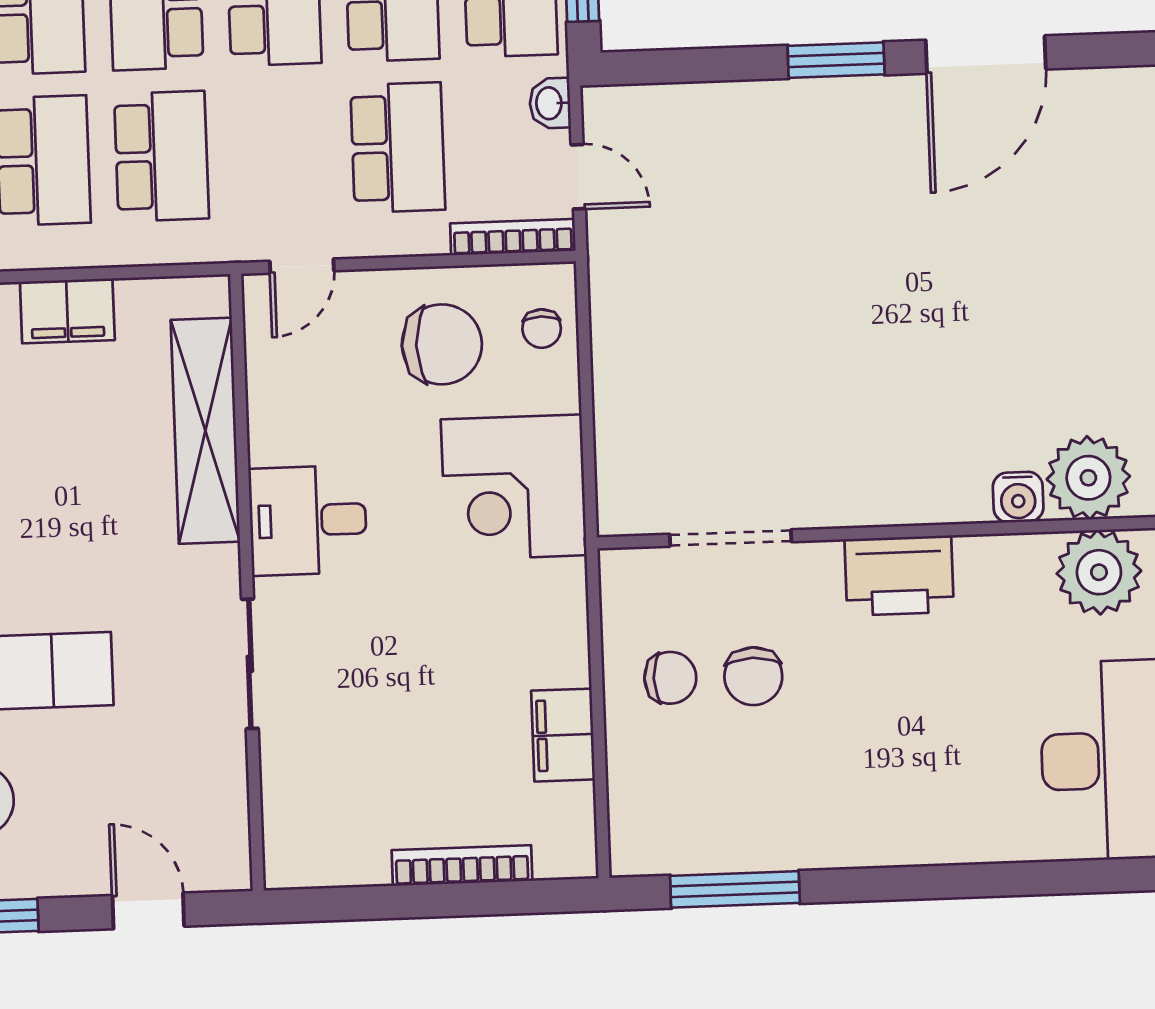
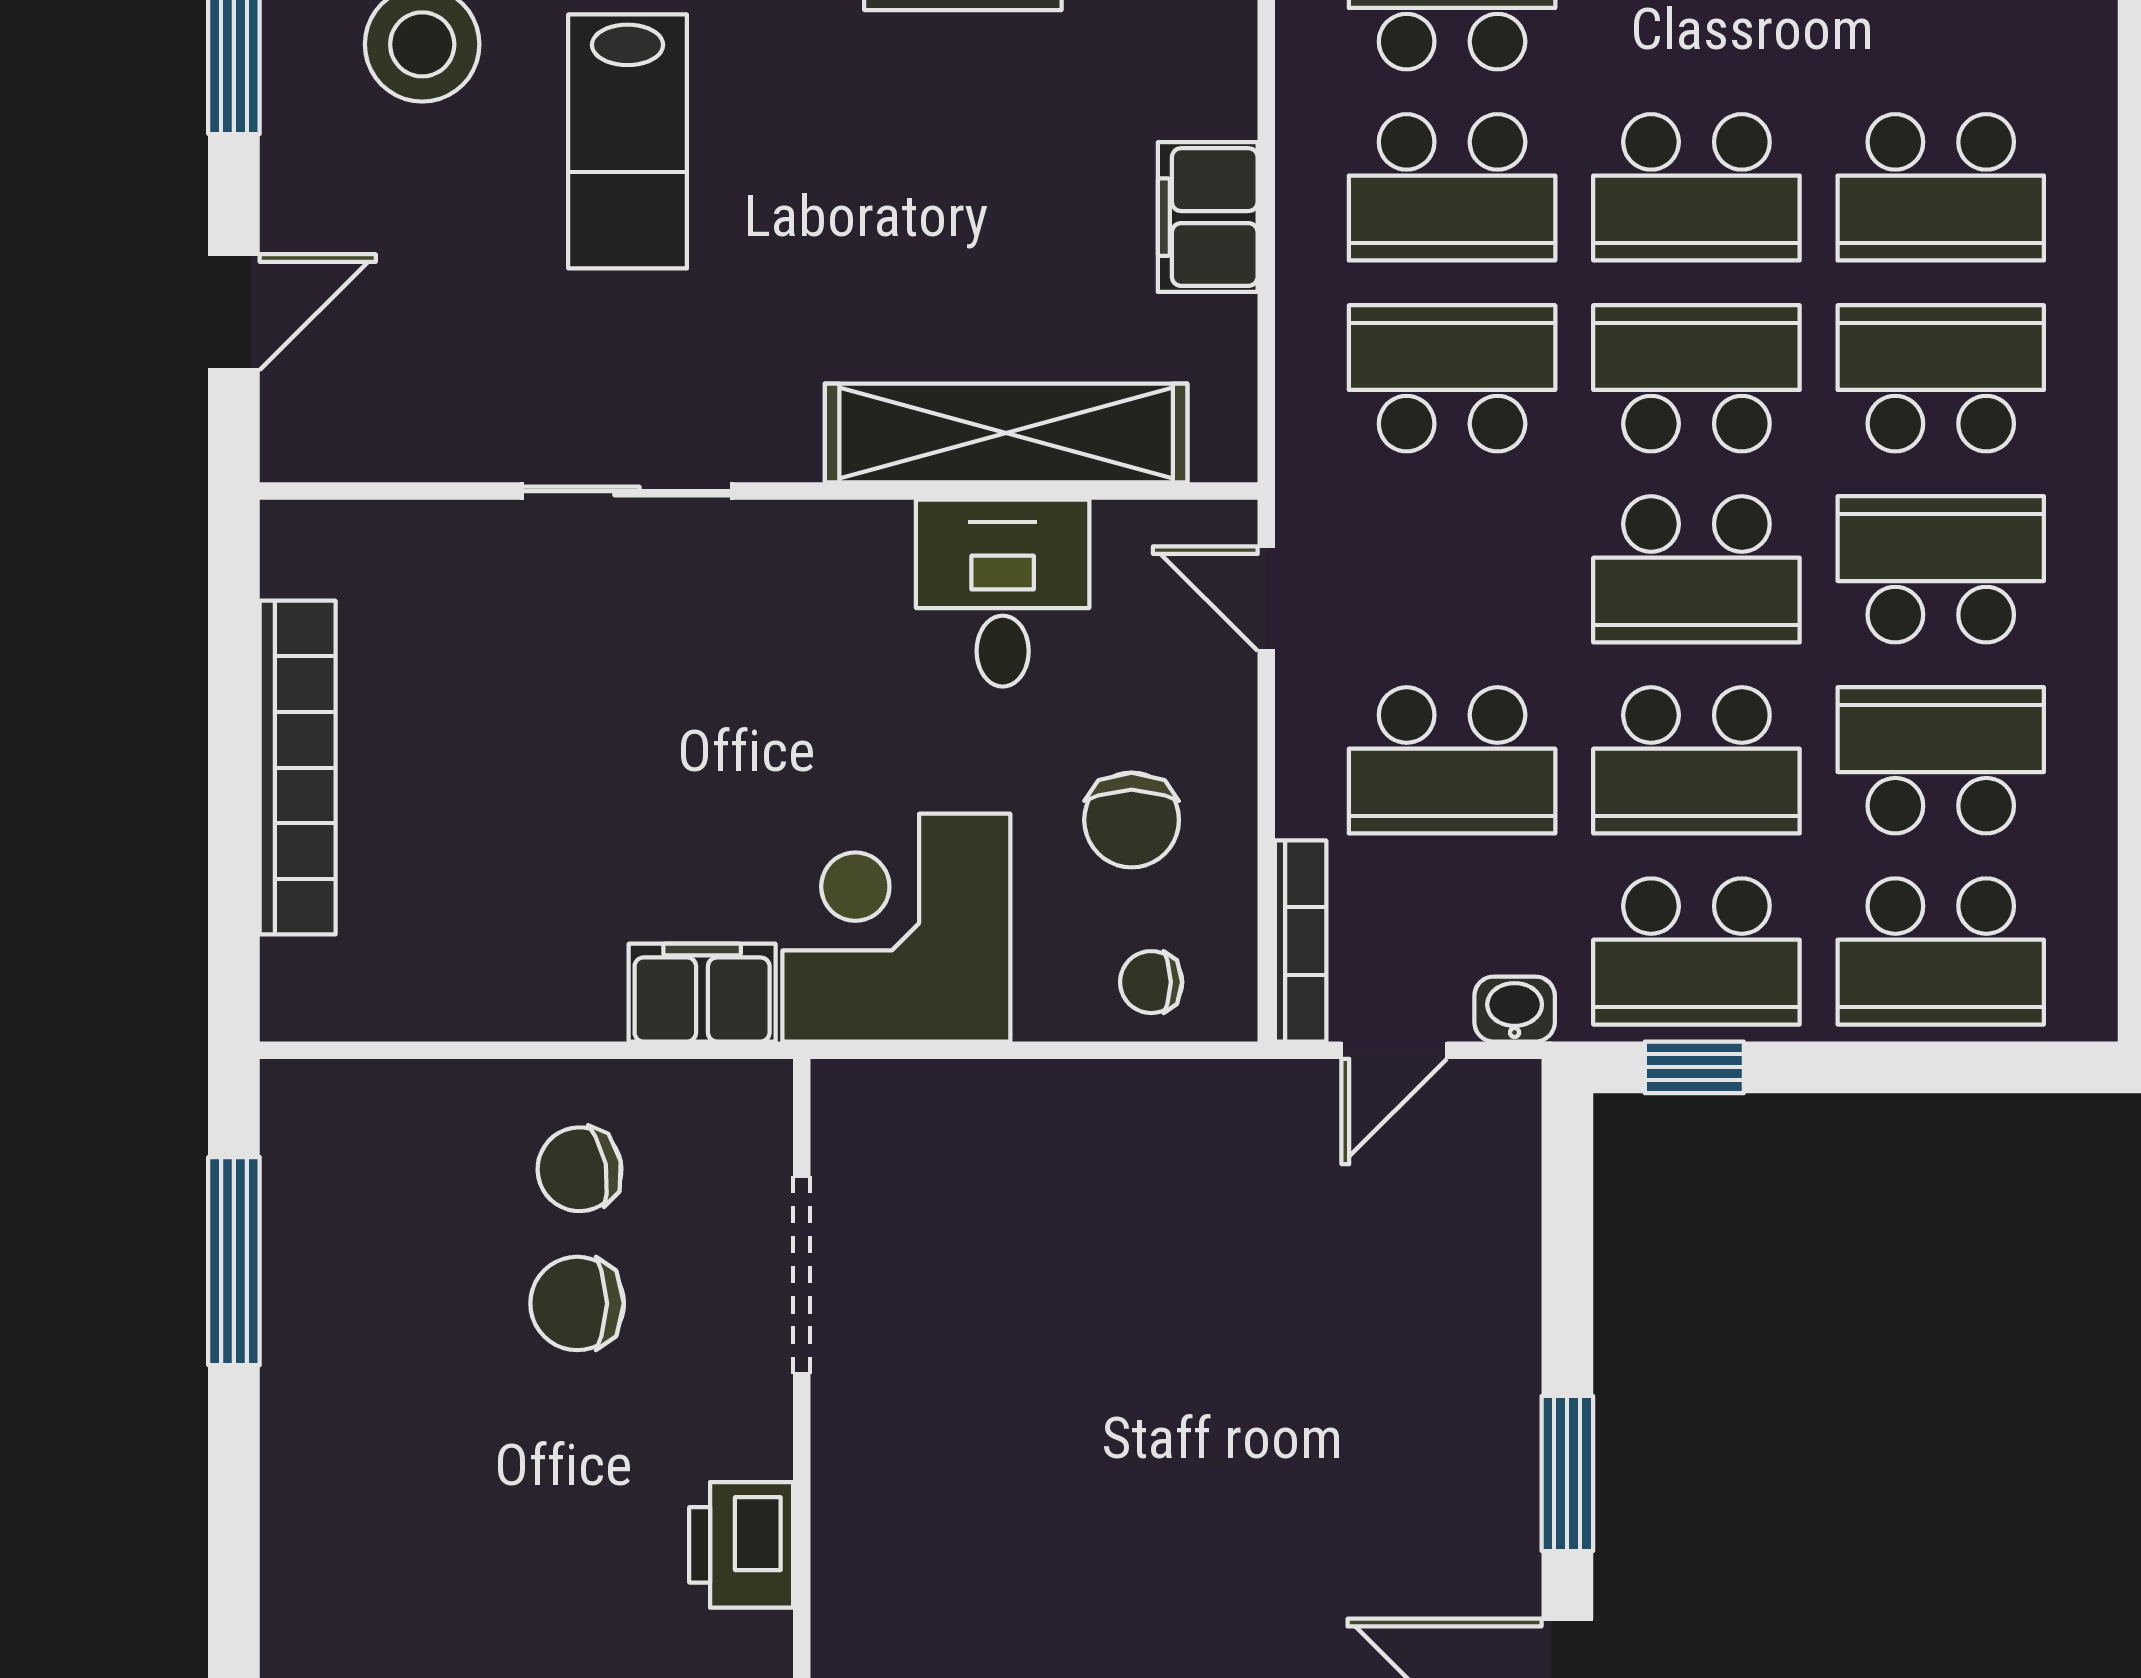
school desk: (161, 156) -> (1452, 378), turned 180
chair: (442, 344) -> (1132, 820), width x0.73, depth x0.73
desk: (308, 520) -> (1003, 593), moved
printer: (899, 576) -> (741, 1545), width x0.73, depth x0.84
chair: (670, 678) -> (580, 1169), turned 79
filing cabinet: (563, 735) -> (702, 993), moved
bookcase: (462, 866) -> (298, 768), width x1.48, depth x1.31

